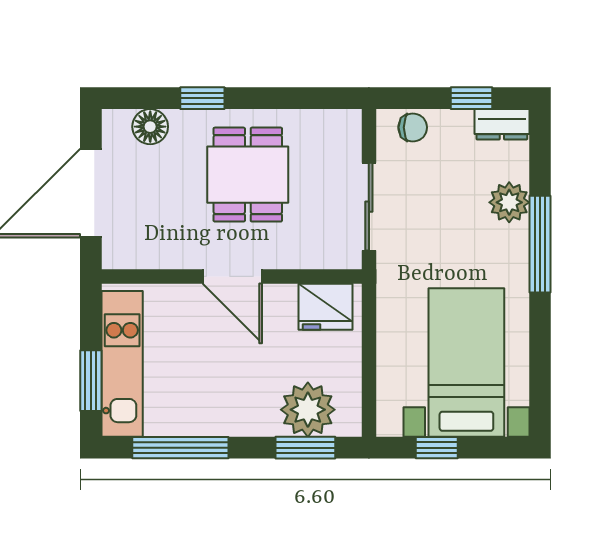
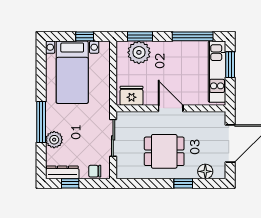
dresser: (502, 124) -> (62, 172), width x1.44
dining table: (248, 175) -> (164, 151), turned 90

